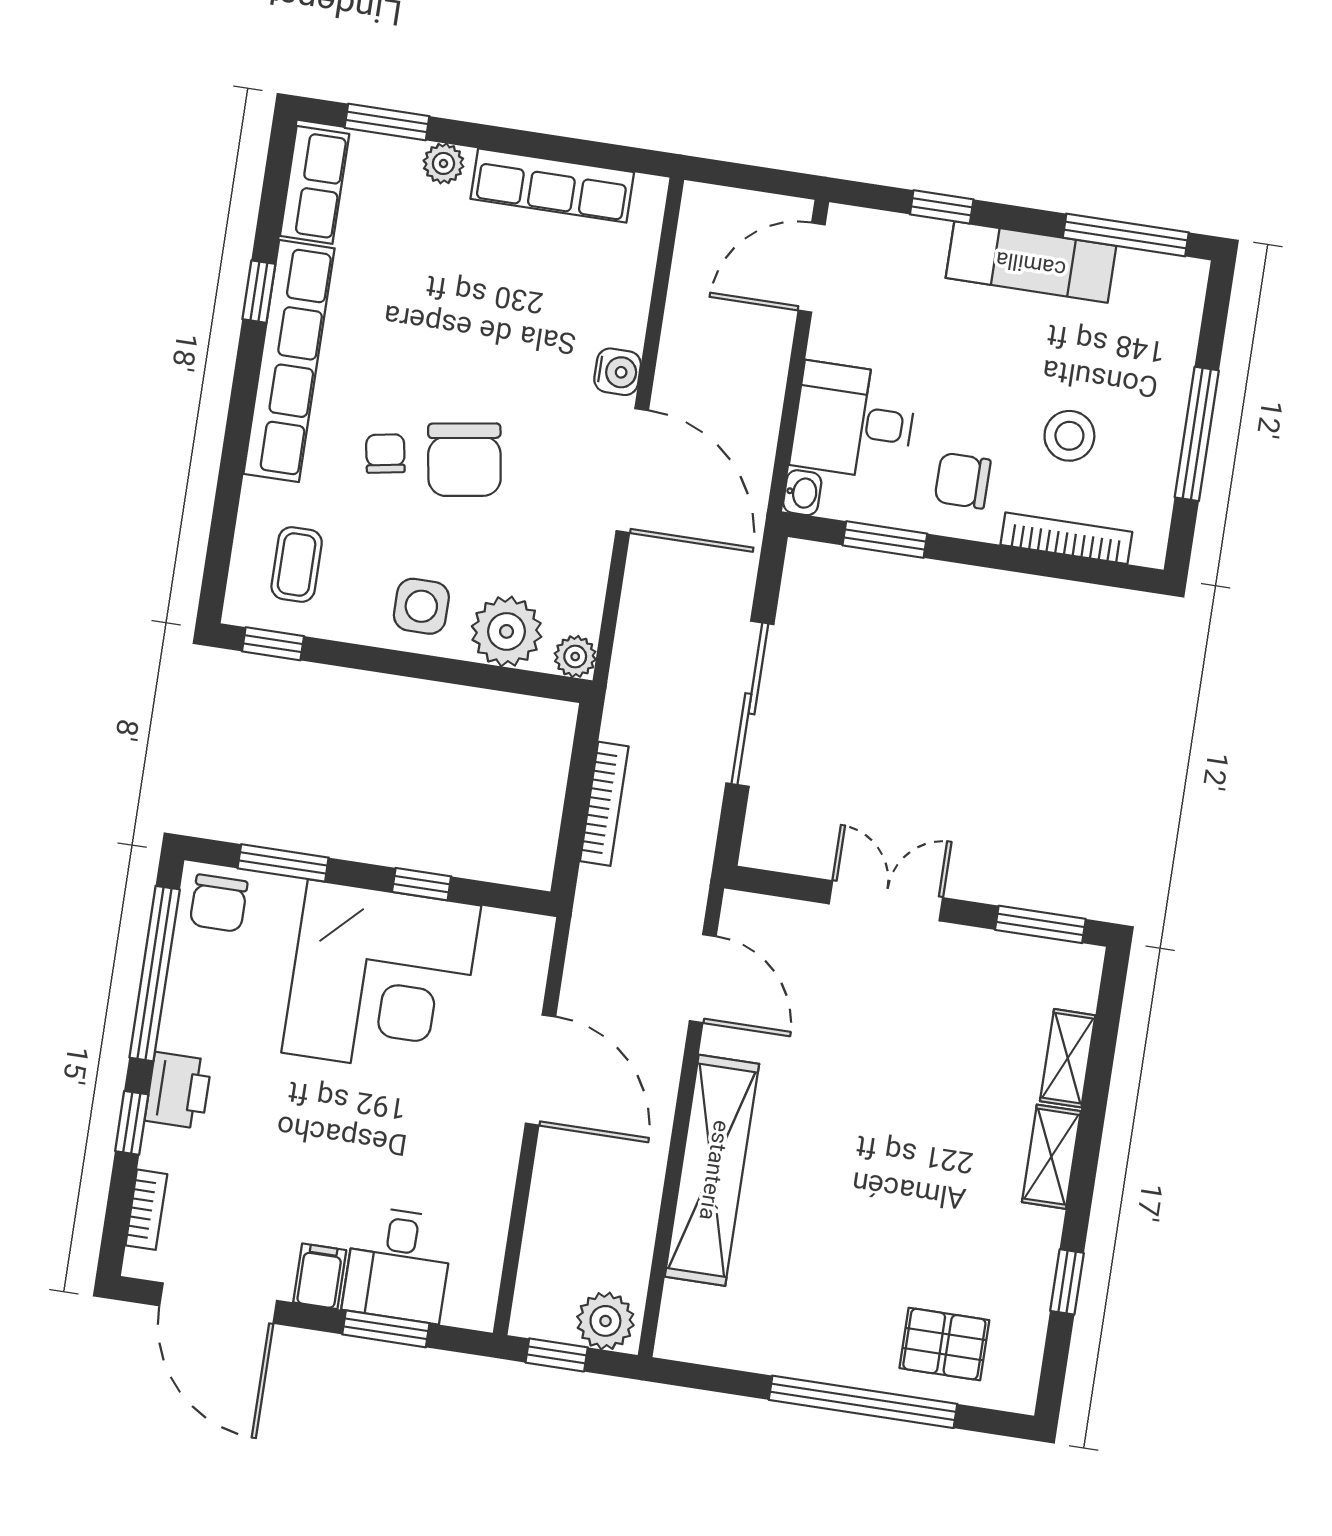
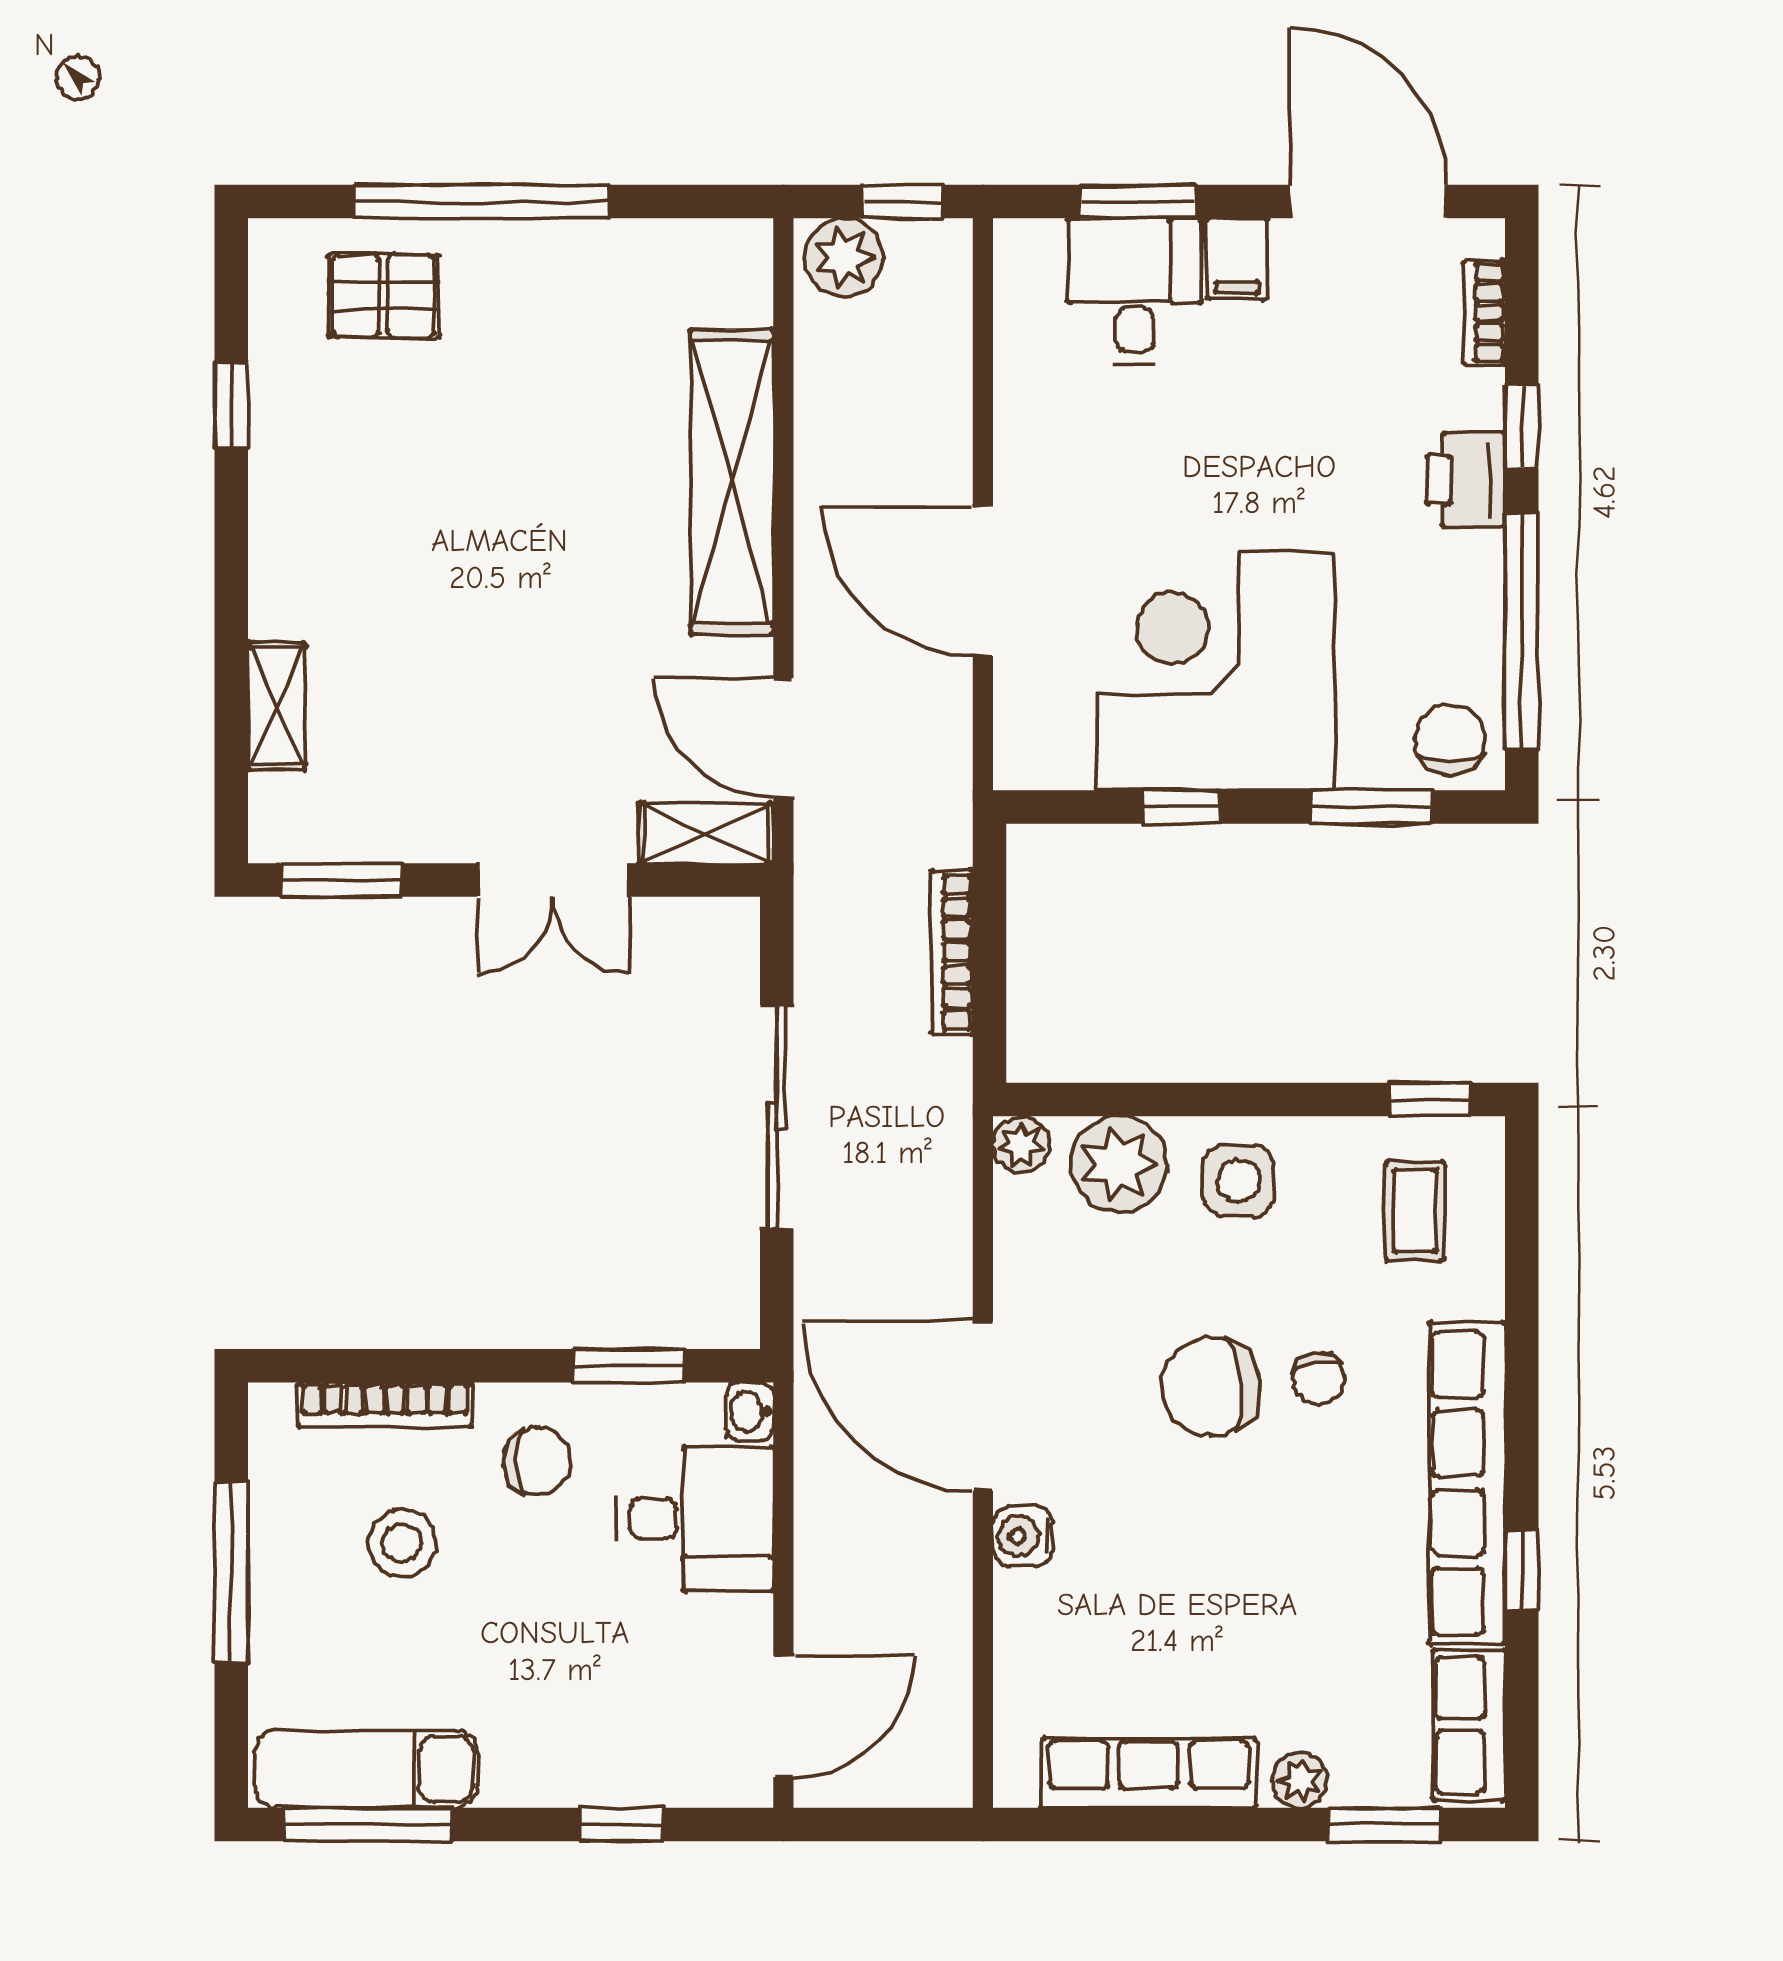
exam couch: (1031, 262) -> (366, 1769), moved
chair: (464, 460) -> (1211, 1386), turned -87
shelving: (1051, 1157) -> (706, 833), moved, turned 90

